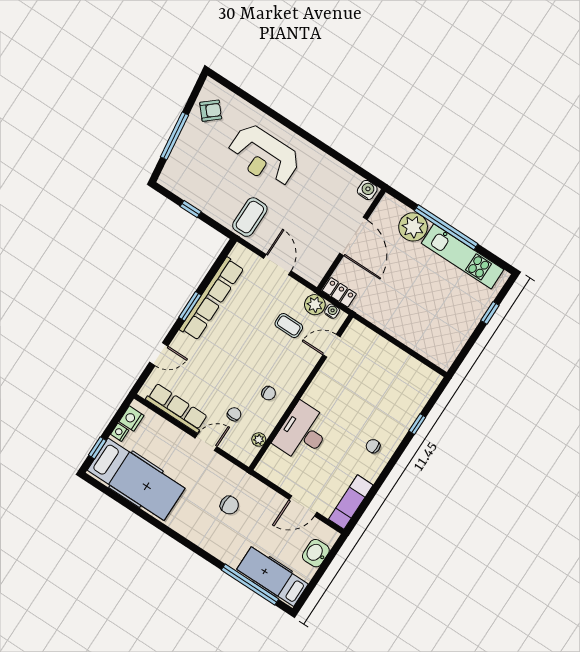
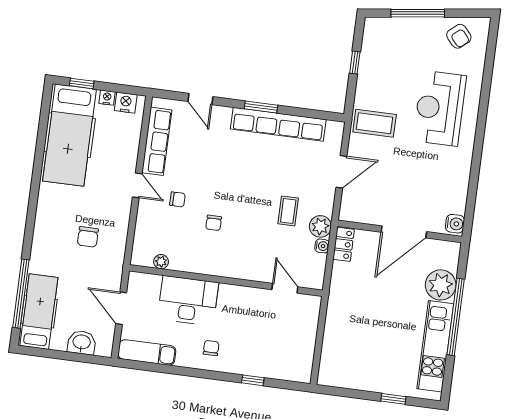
door: (331, 346) -> (285, 288), moved
wall: (301, 392) -> (226, 280), moved
desk: (303, 433) -> (188, 301), moved
plant: (259, 439) -> (161, 262), moved

